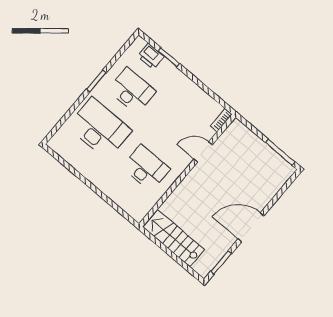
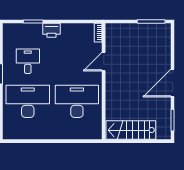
printer: (151, 56) -> (51, 30), moved
desk: (132, 90) -> (28, 61), width x0.73
desk: (146, 168) -> (77, 101), width x1.36, depth x1.30

